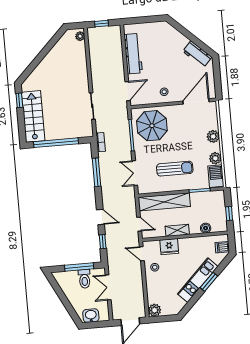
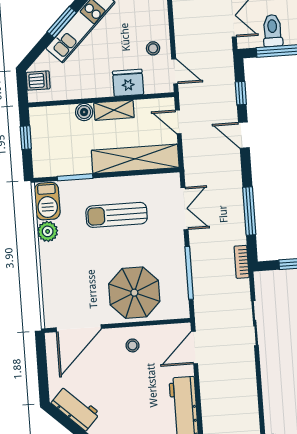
parasol: (152, 126) -> (134, 293), moved
plant: (213, 136) -> (51, 268), removed
boiler: (206, 228) -> (84, 112), moved

